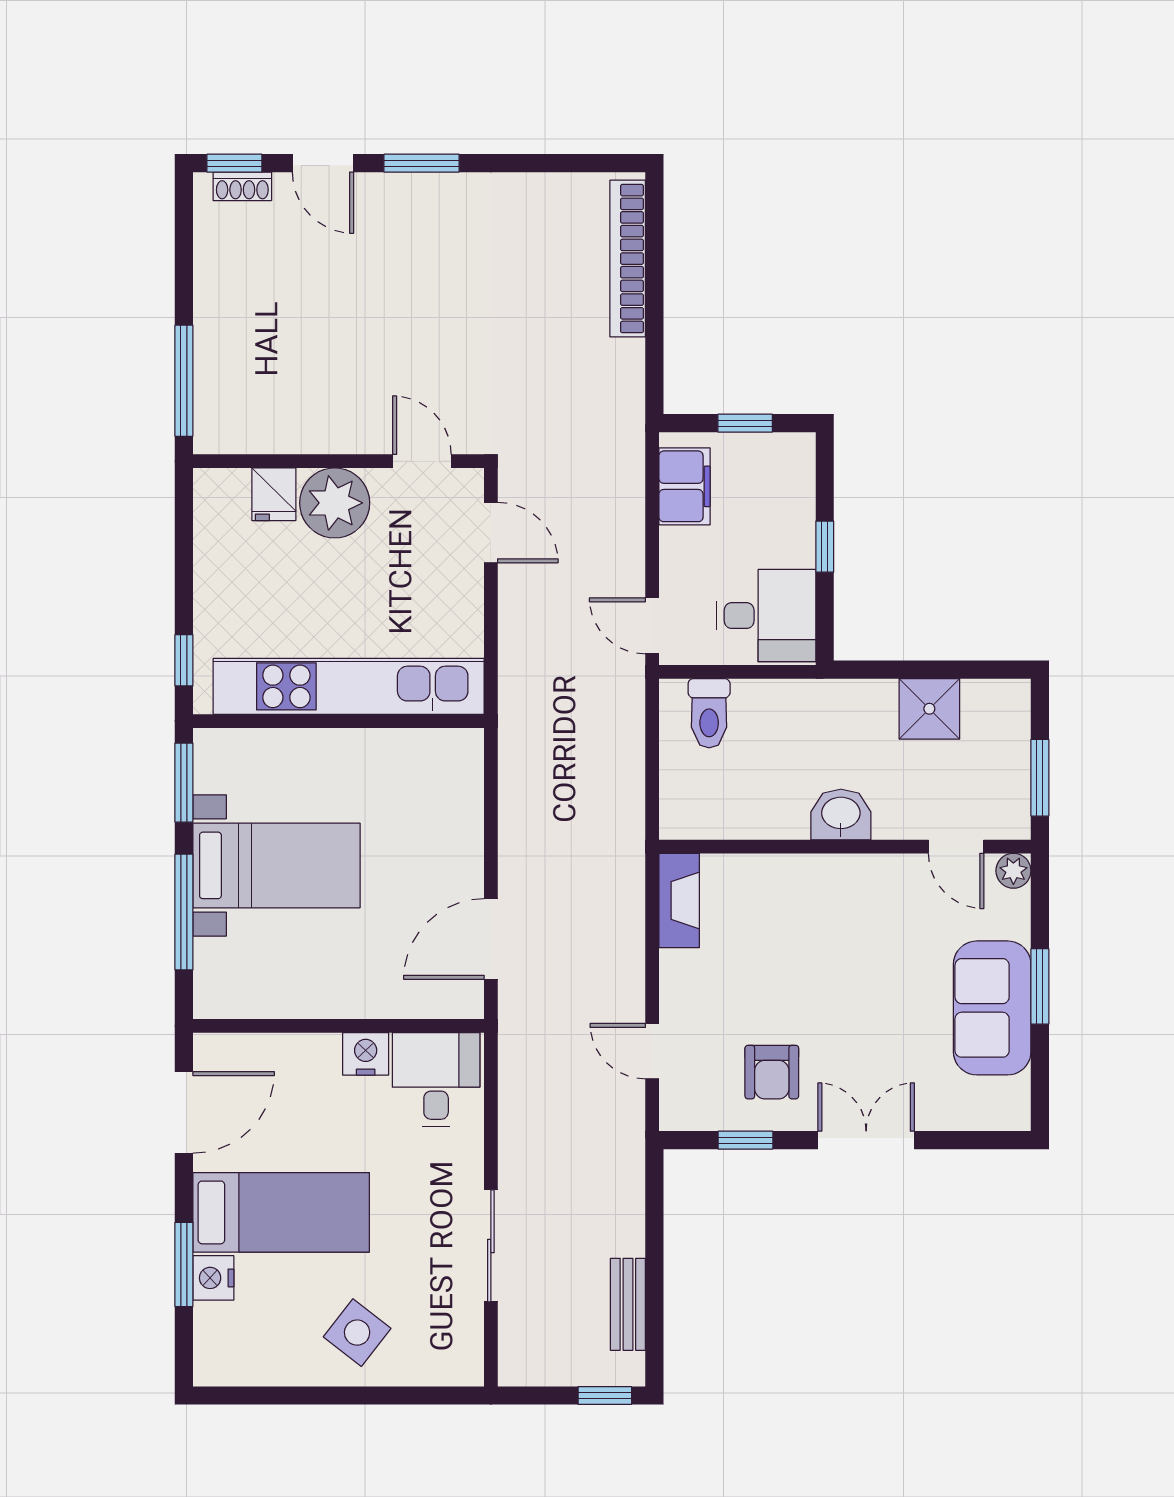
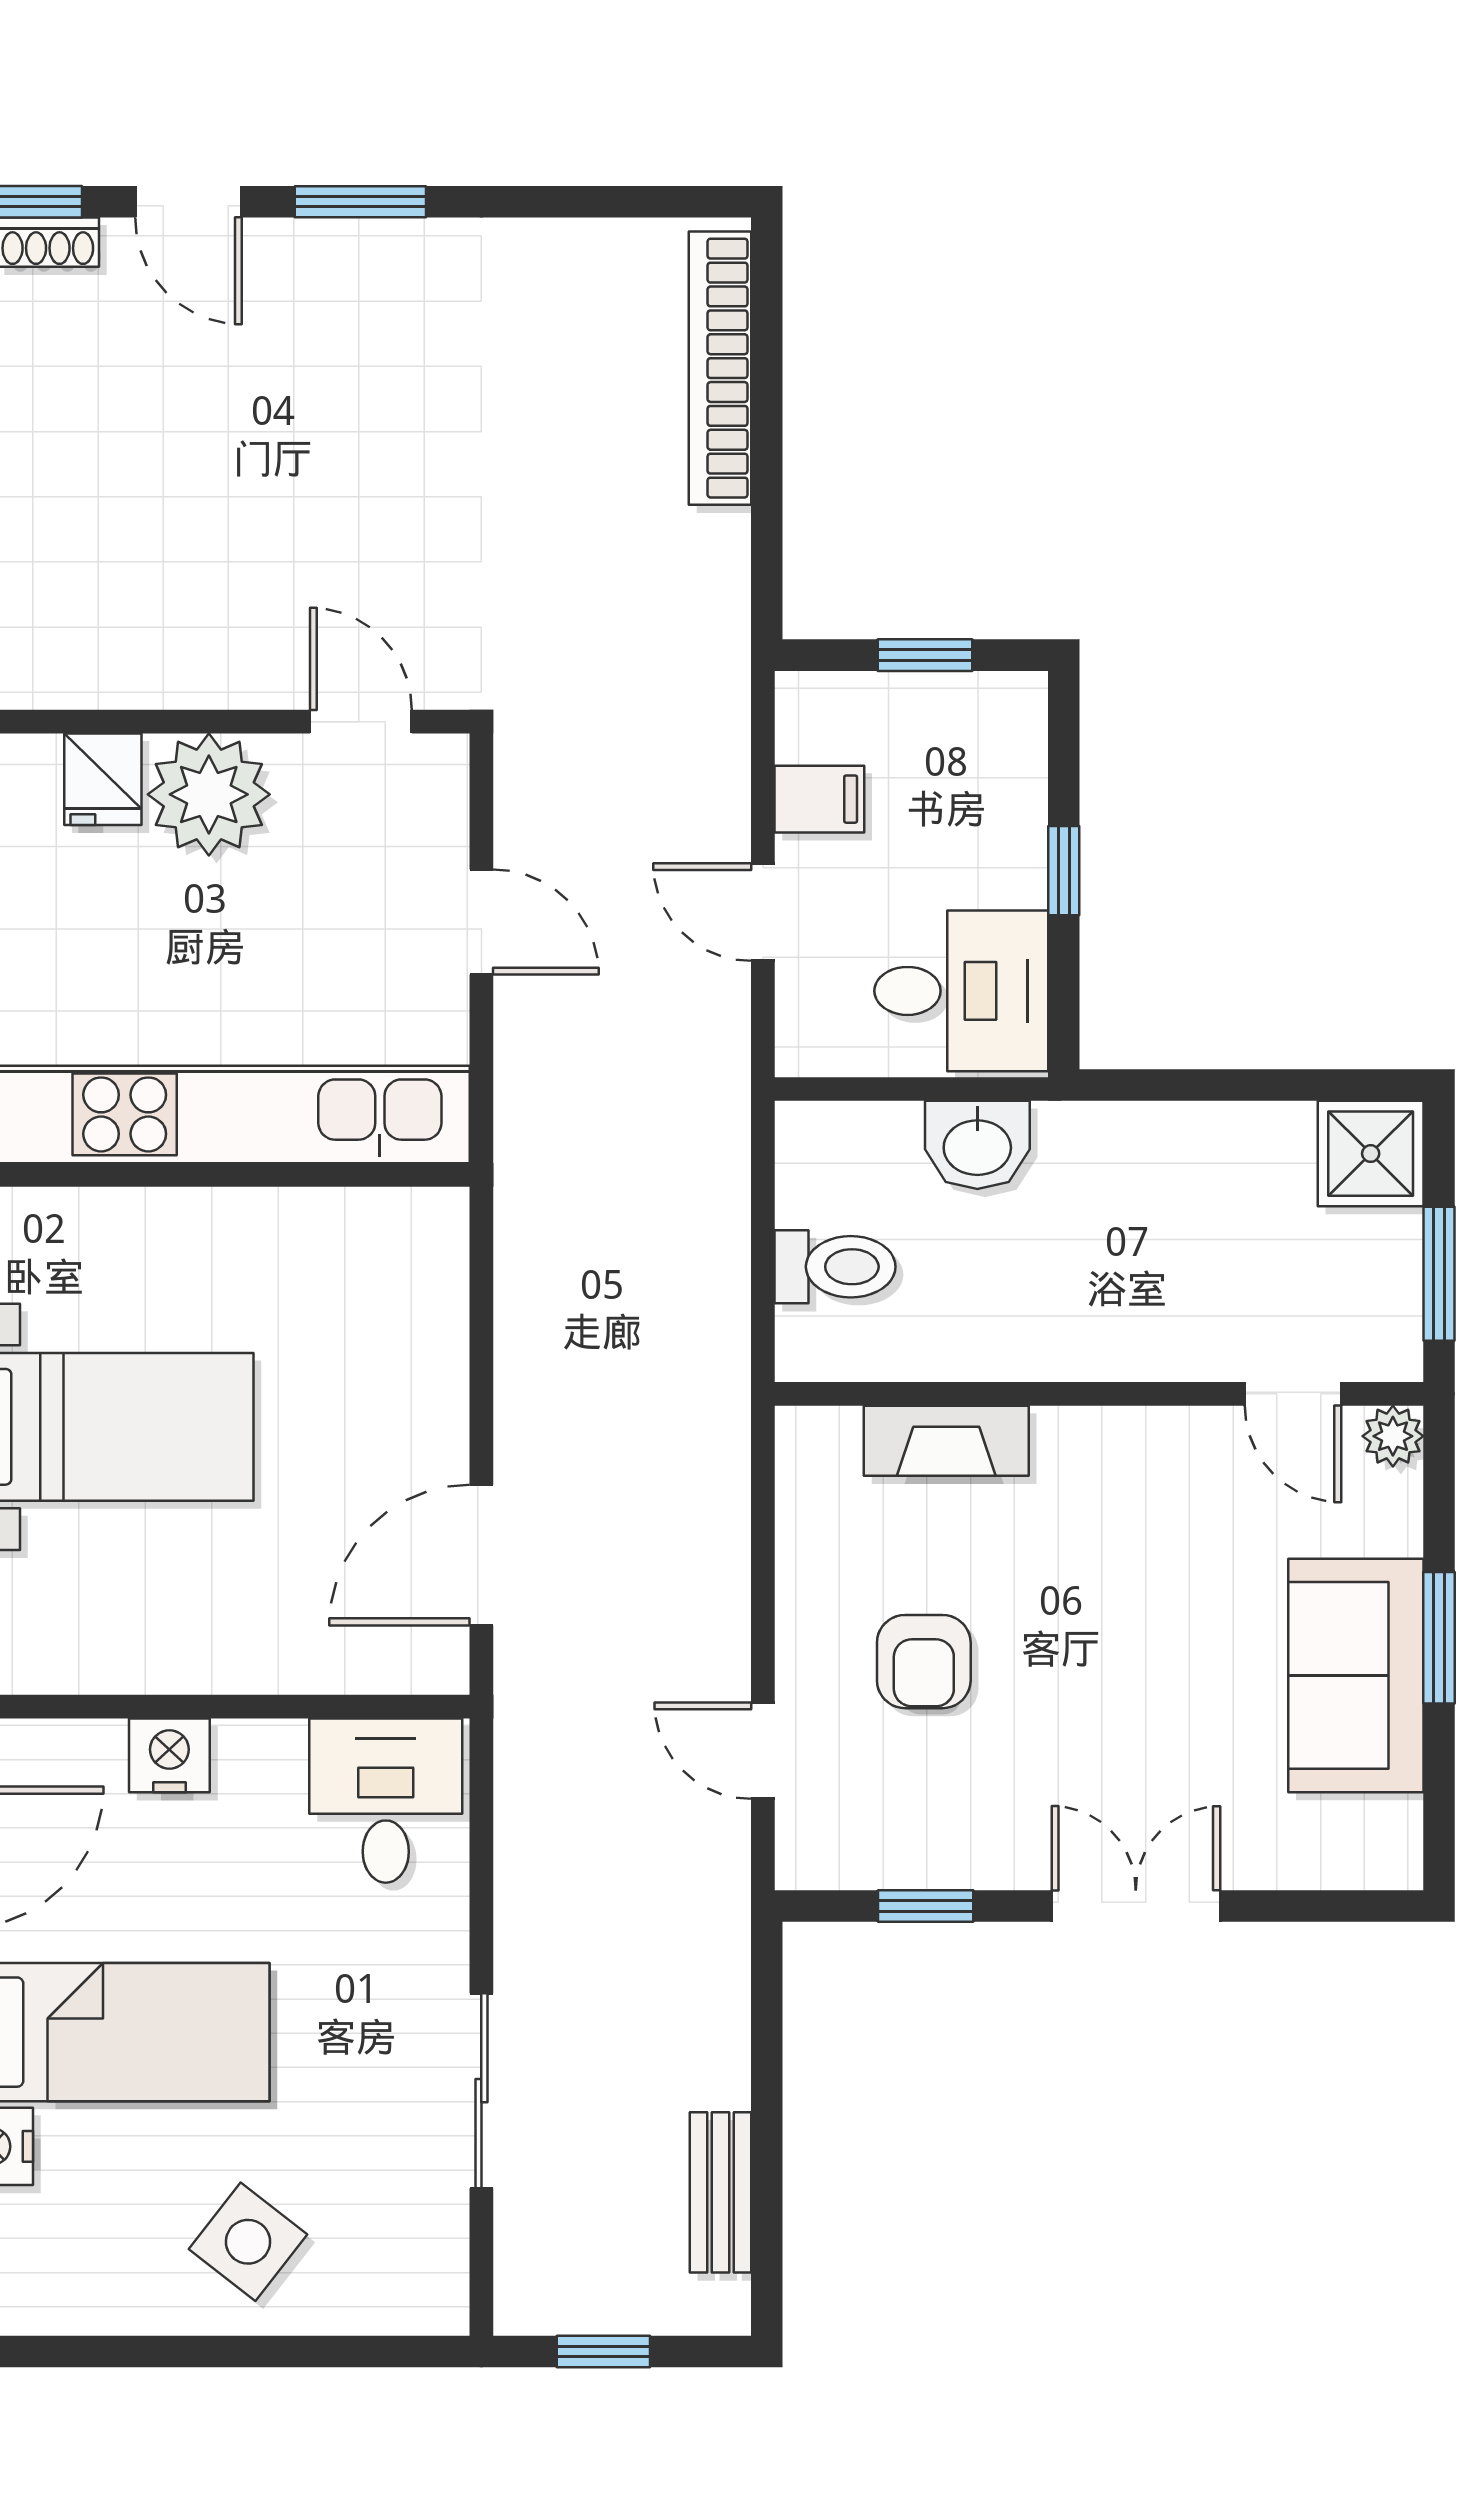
filing cabinet: (685, 486) -> (819, 799), width x0.50
door: (491, 533) -> (481, 922), moved
door: (652, 626) -> (763, 912), moved
shower: (929, 709) -> (1371, 1154), moved
toilet: (709, 713) -> (835, 1267), moved, turned -90
washbasin: (841, 814) -> (977, 1145), moved, turned 180
fireplace: (679, 900) -> (946, 1441), moved, turned 90
nightstand: (366, 1054) -> (169, 1755), moved
armchair: (772, 1072) -> (924, 1662), moved
window: (605, 1396) -> (603, 2352), moved

